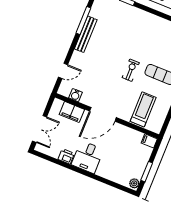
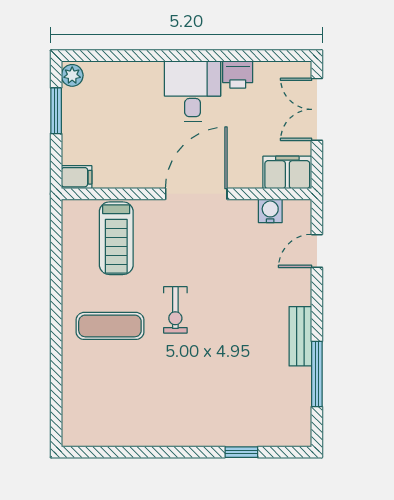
bench: (86, 34) -> (300, 336), width x0.73
filing cabinet: (72, 112) -> (287, 172), moved

